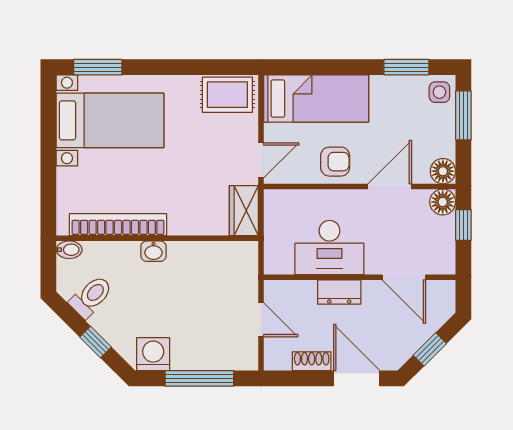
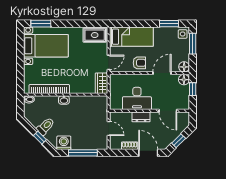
toilet: (91, 297) -> (46, 126), moved

